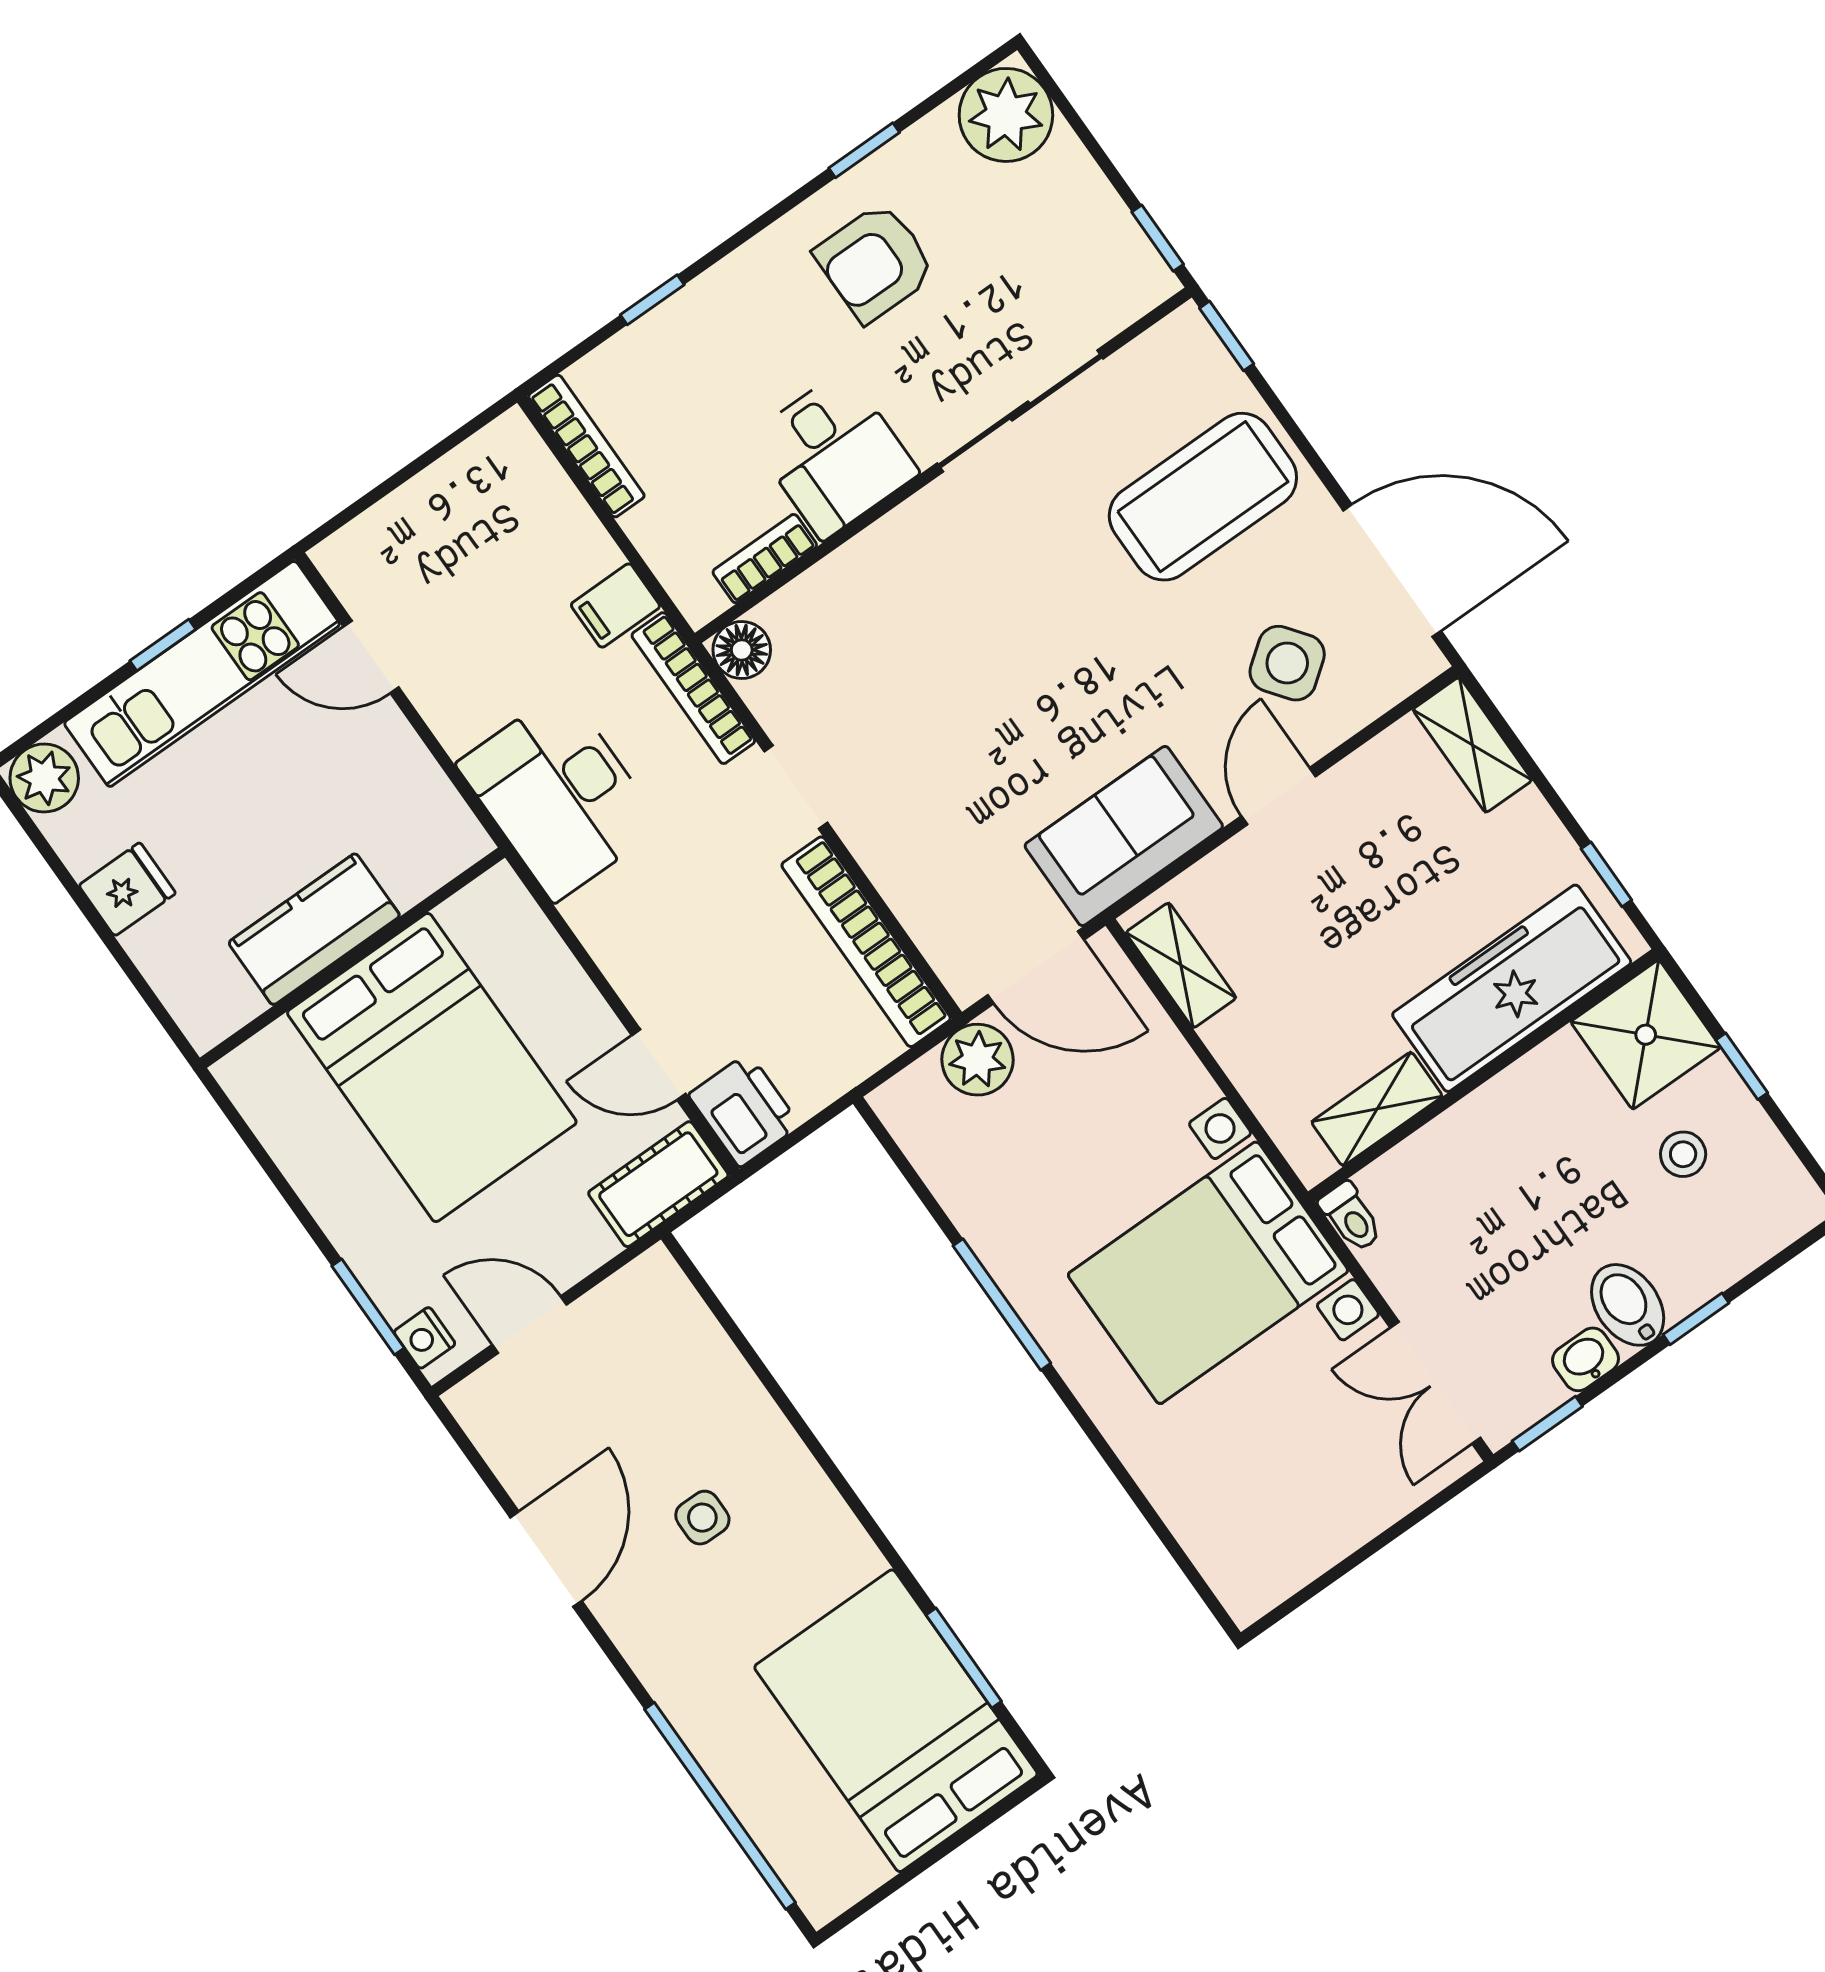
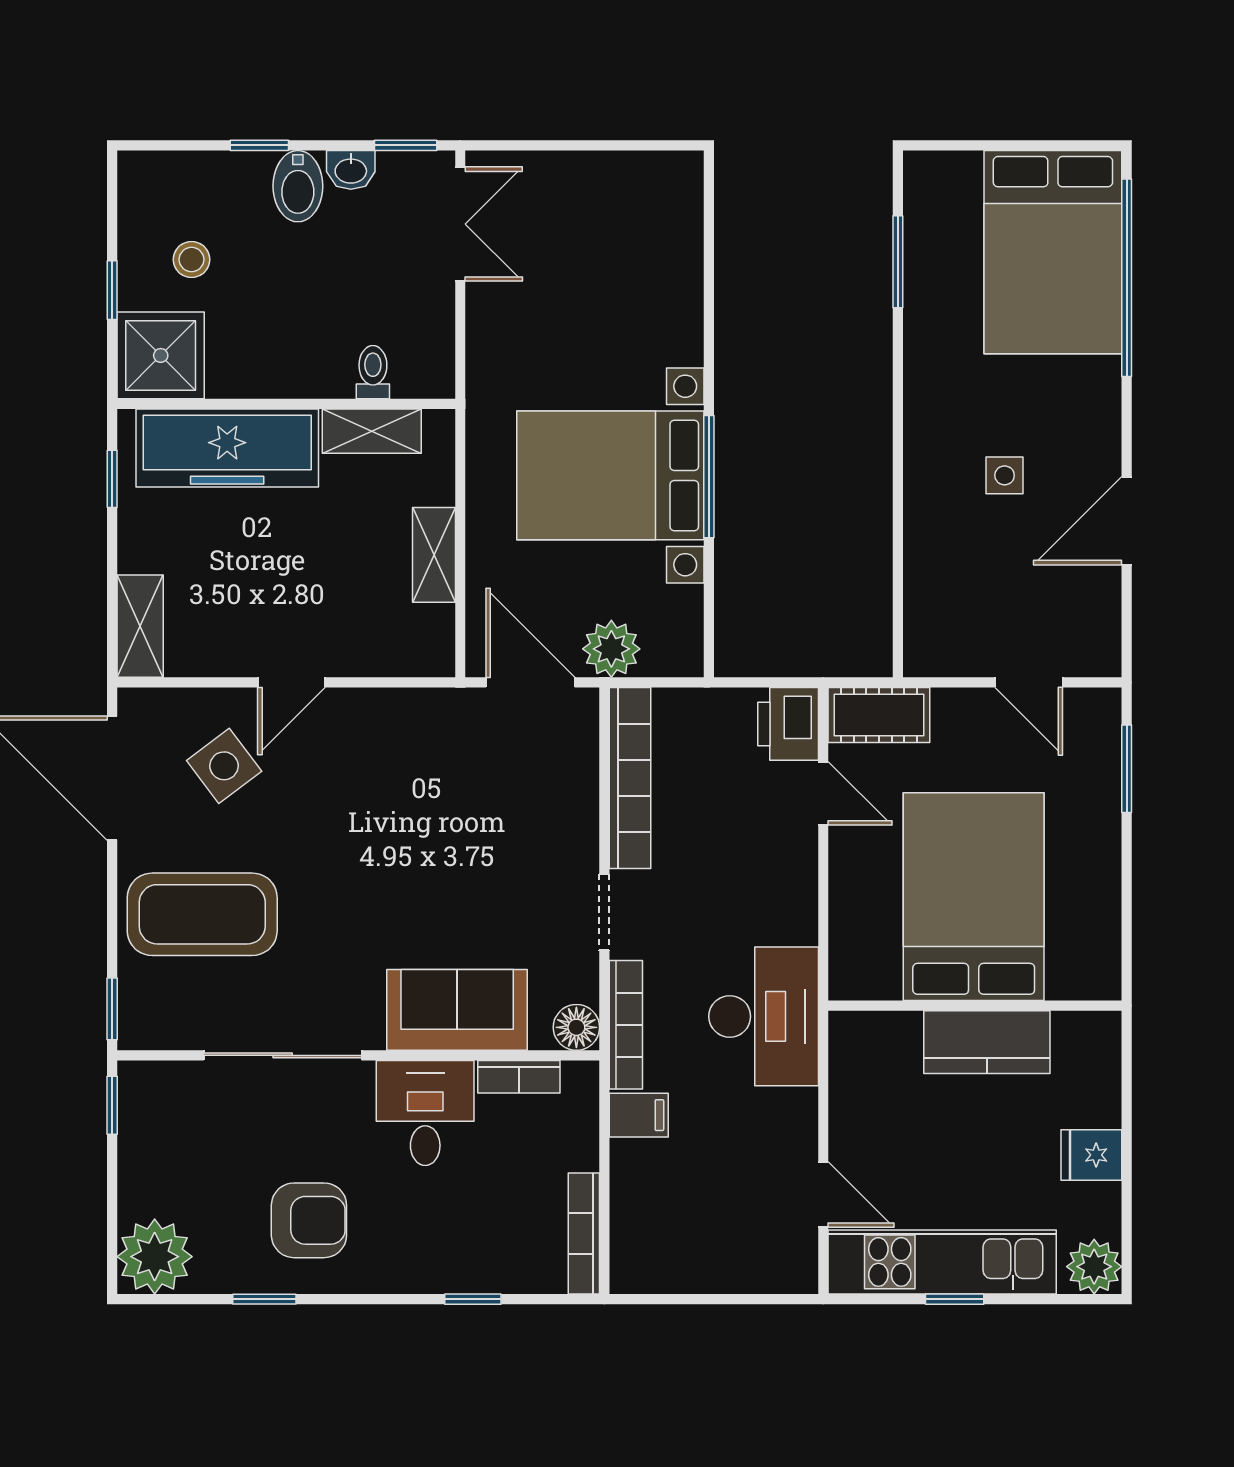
sofa: (1124, 836) -> (457, 1010), moved, turned 180
shelving: (1181, 965) -> (434, 555), moved
toilet: (1351, 1217) -> (373, 372), moved
bed with nightstands: (1208, 1273) -> (610, 475), moved, turned 180
nightstand: (425, 1338) -> (1104, 722), removed
bed: (896, 1721) -> (1053, 252), moved

